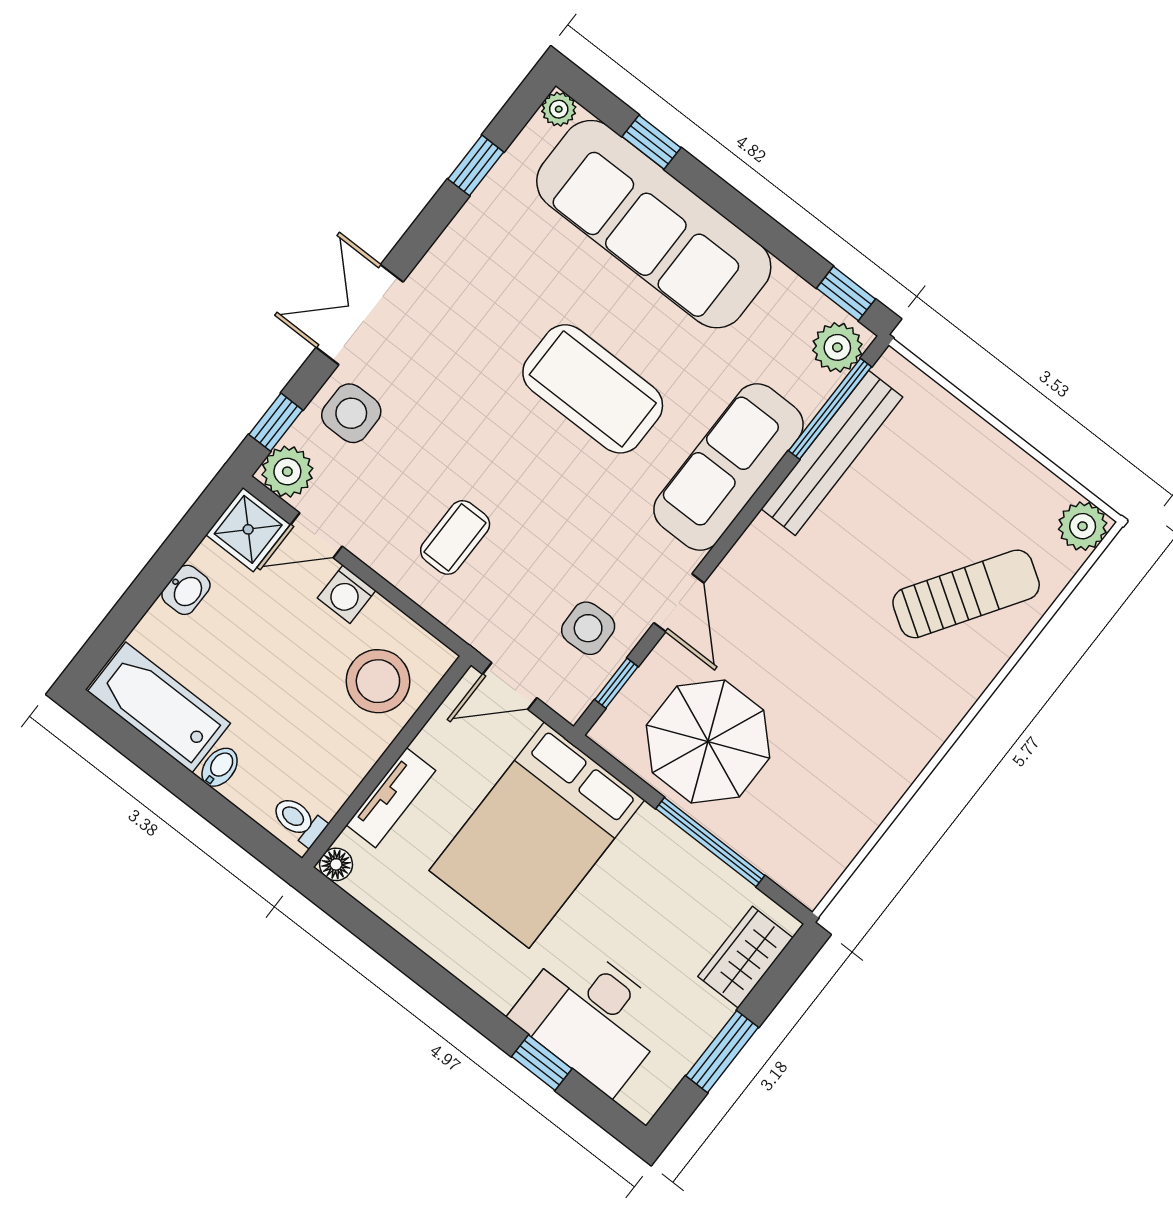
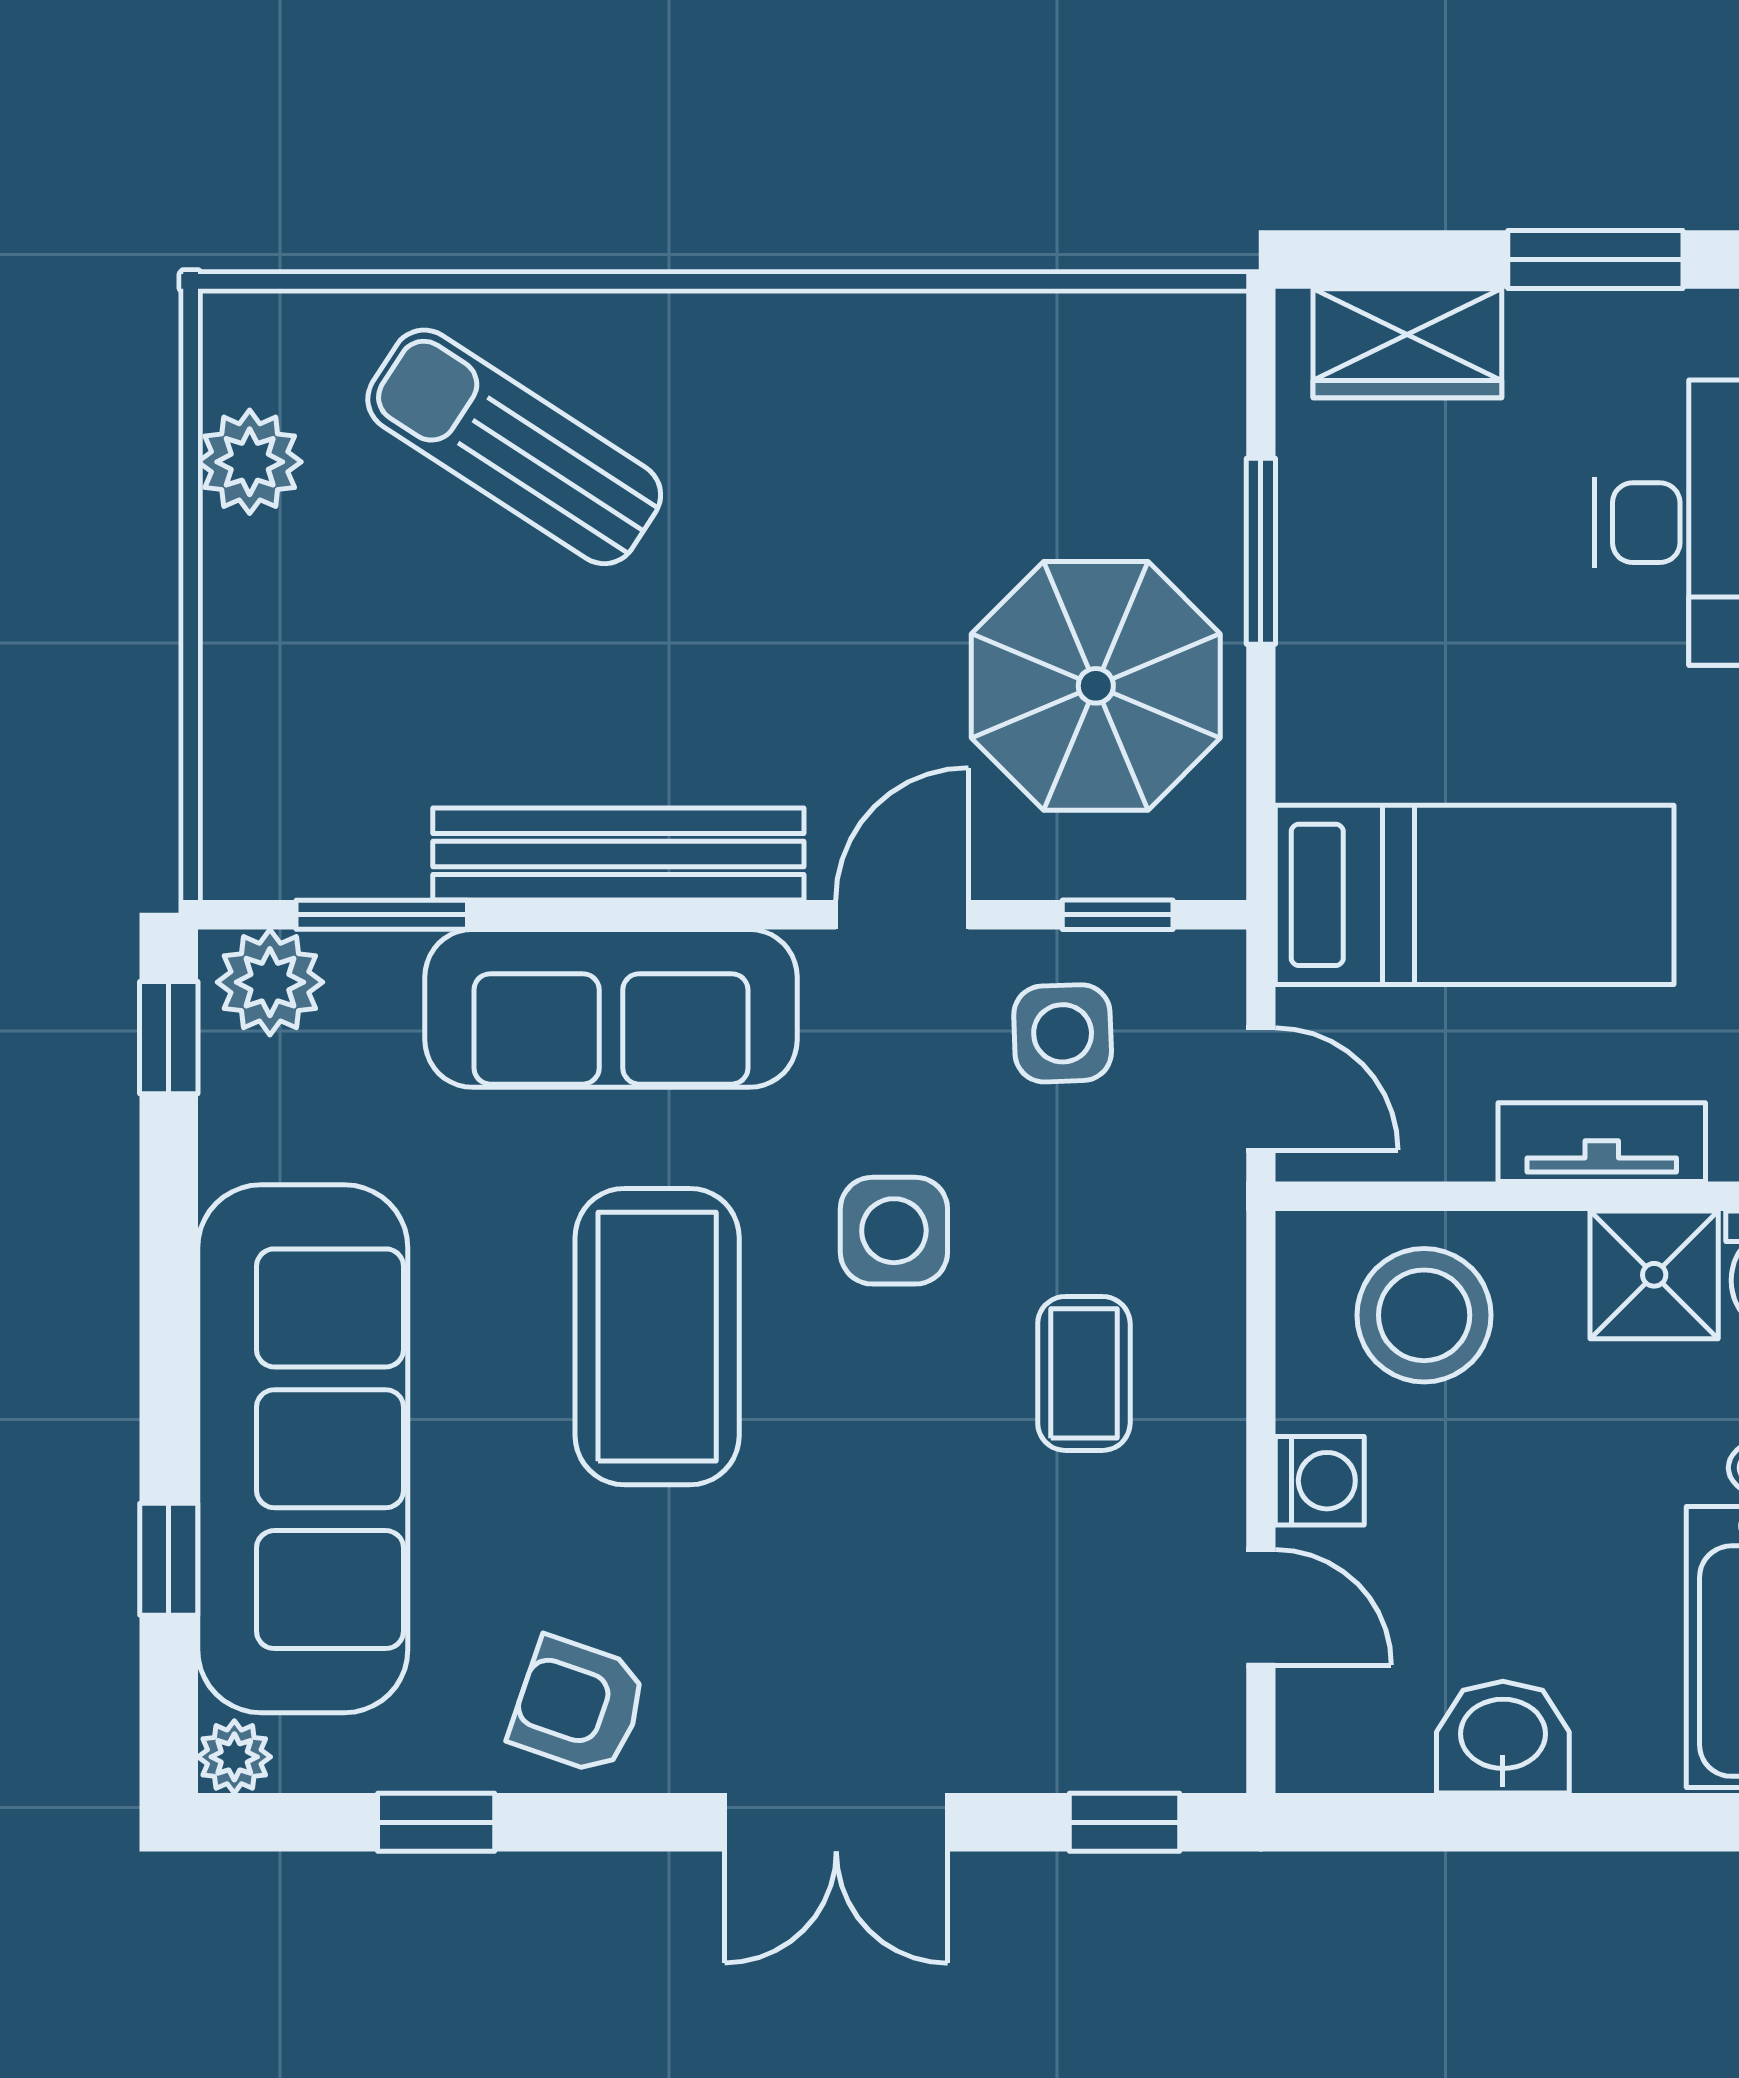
armchair: (478, 252) -> (578, 1706), added
window: (830, 409) -> (382, 915), width x0.69
side table: (351, 413) -> (894, 1231), moved
bench: (832, 453) -> (618, 854), moved
plant: (287, 472) -> (1192, 1739), removed
plant: (1083, 526) -> (250, 462), moved
shower: (248, 529) -> (1654, 1275), moved
coffee table: (455, 537) -> (1084, 1373), turned 90
washbasin: (186, 590) -> (1503, 1737), width x1.38, depth x1.45
bed: (537, 835) -> (1475, 895), width x0.67
window: (710, 842) -> (1261, 551), width x0.69

